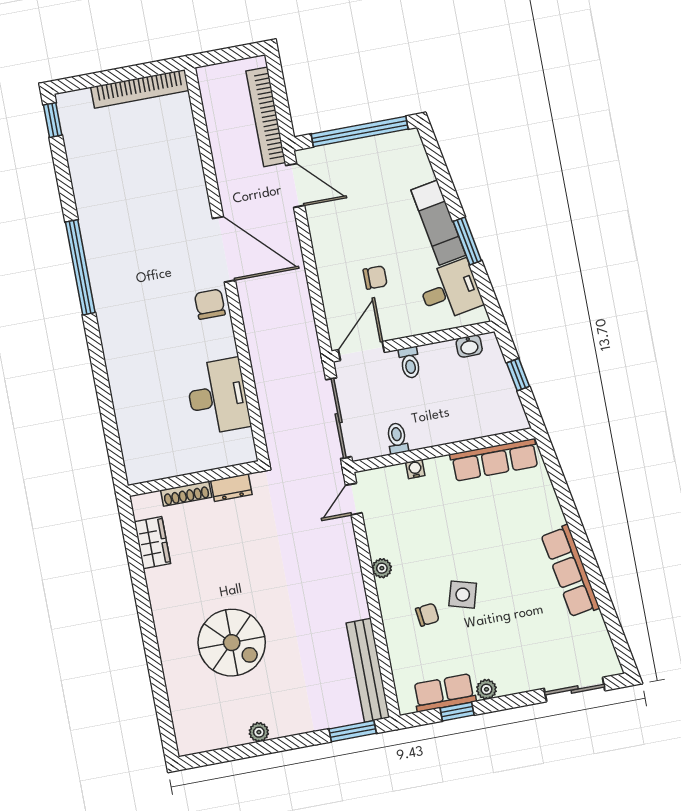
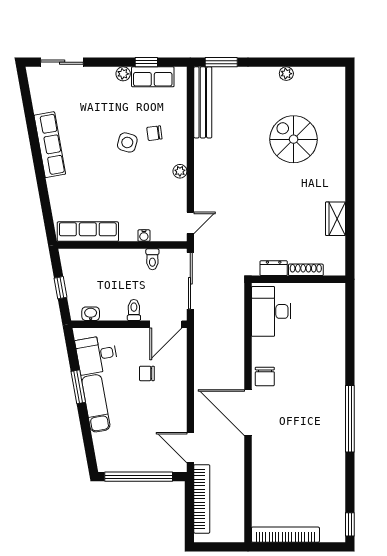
wall: (194, 479) -> (298, 279), moved
dresser: (231, 488) -> (274, 268), moved
shoe rack: (186, 494) -> (306, 270), moved

